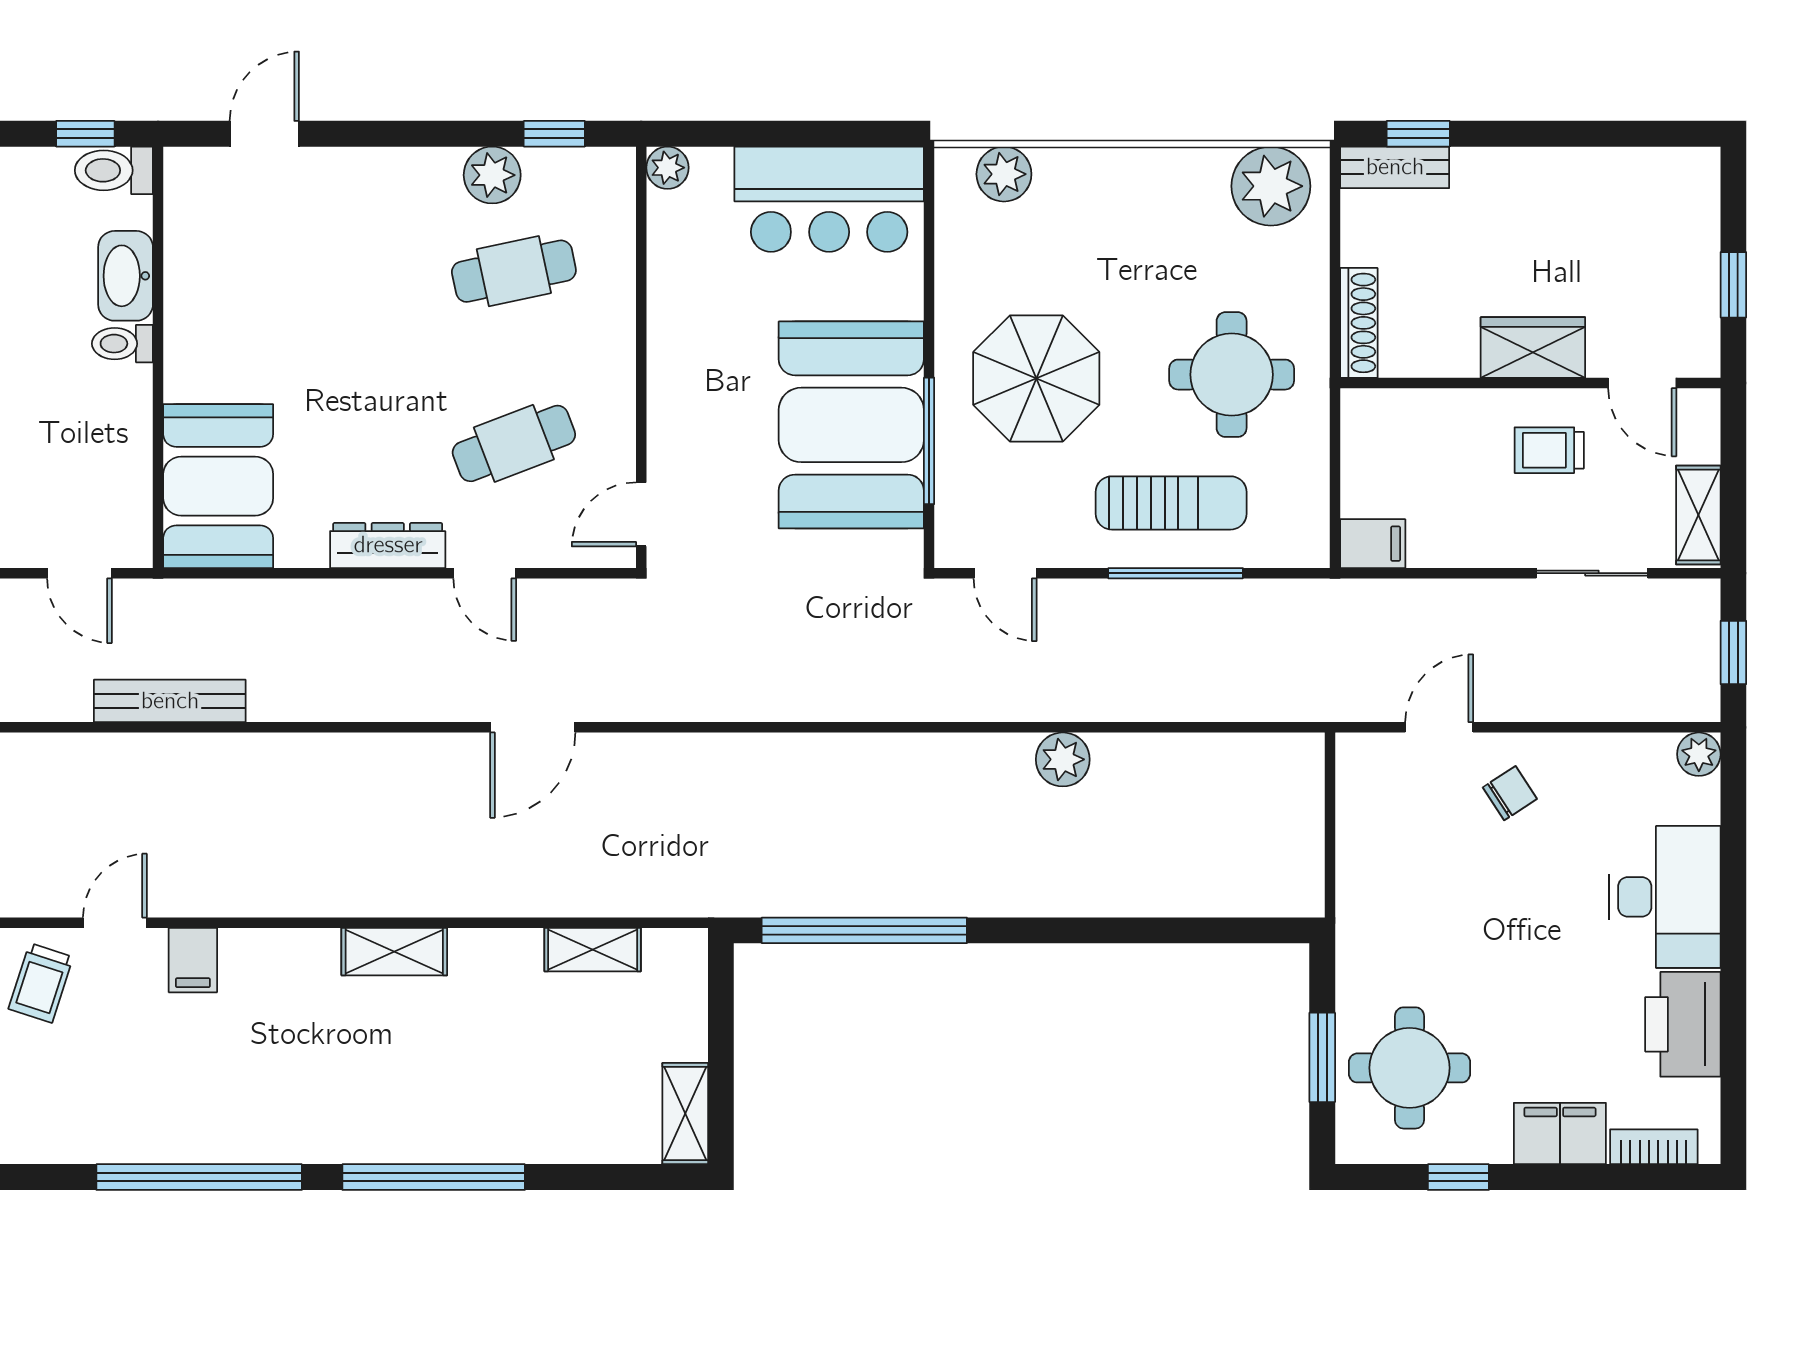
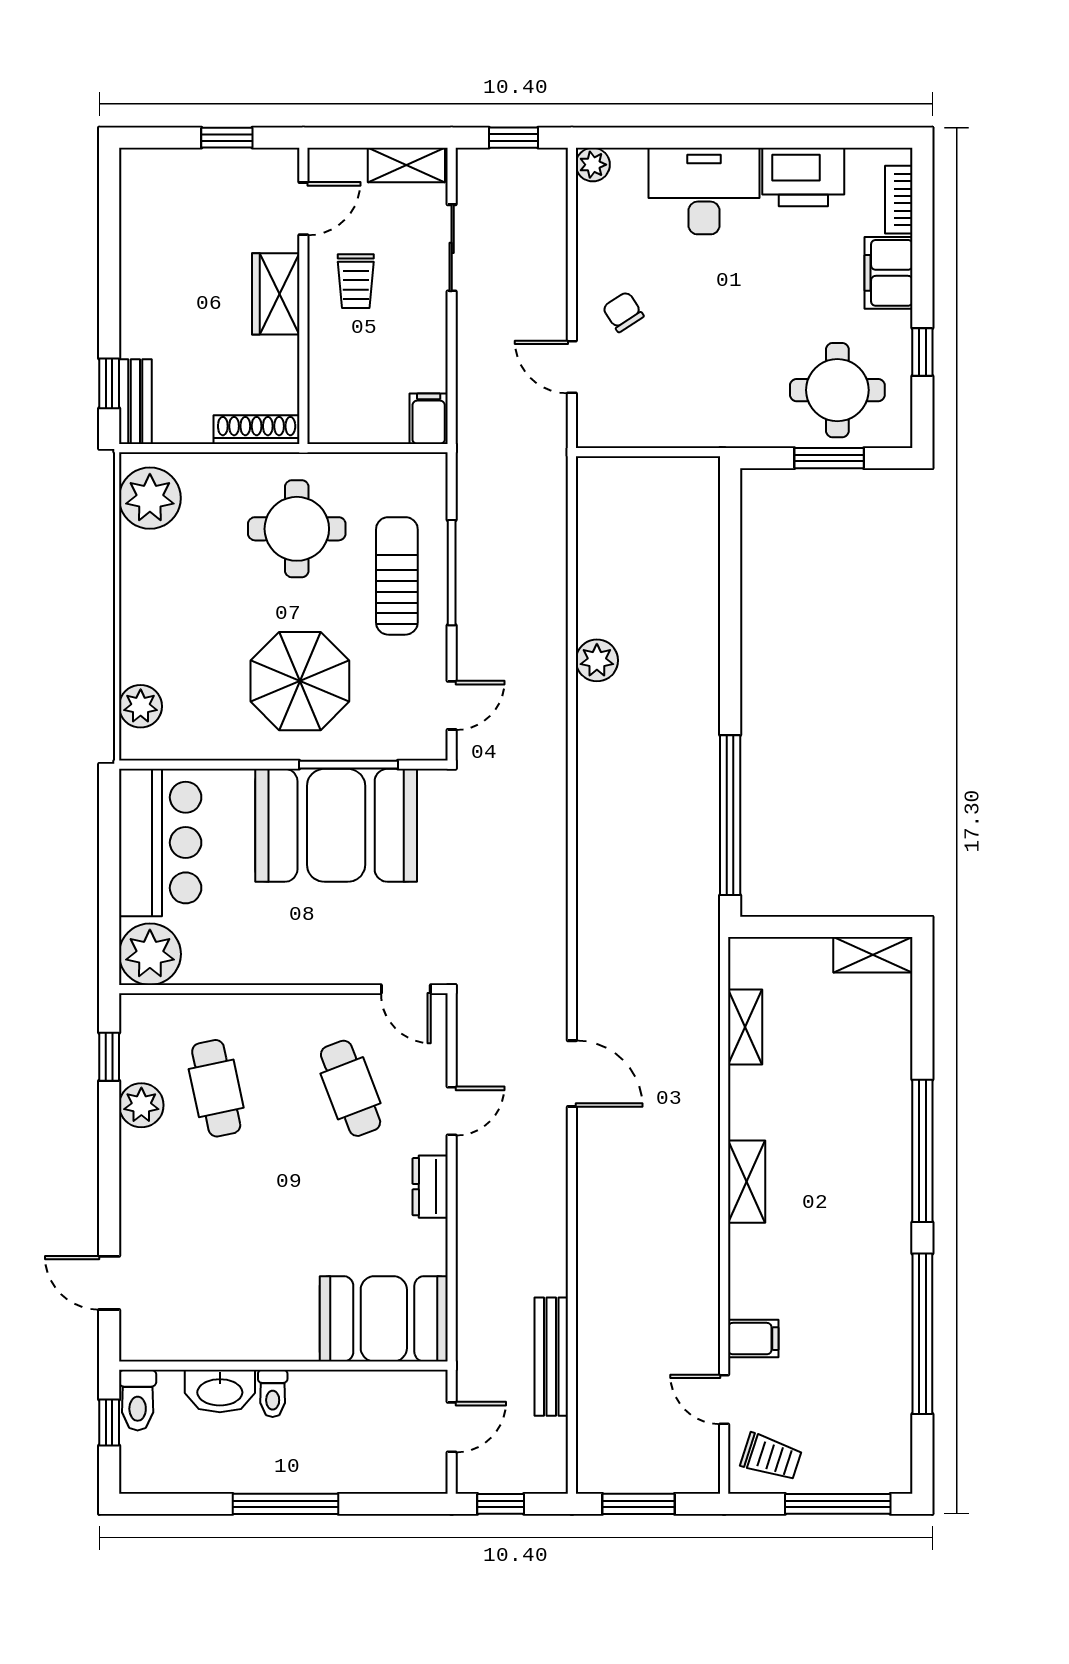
plant: (667, 168) -> (150, 954), width x1.88, depth x1.88
dresser: (388, 545) -> (430, 1187), width x0.70

